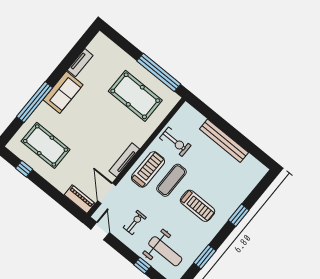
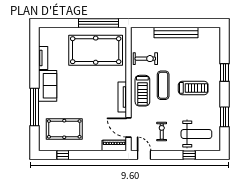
pool table: (135, 96) -> (96, 50), width x1.36, depth x1.32
treadmill: (148, 169) -> (142, 91), turned 180

